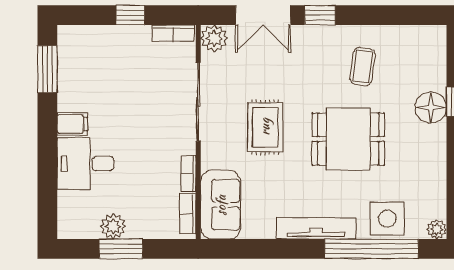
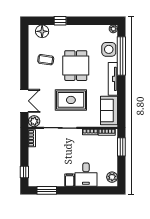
window: (130, 15) -> (24, 172), moved
window: (320, 15) -> (24, 77), removed
floor lamp: (431, 108) -> (42, 31), moved
rug: (265, 127) -> (71, 100), width x1.36, depth x1.43
sofa: (221, 205) -> (109, 110), moved, turned -90
plant: (113, 226) -> (112, 177), moved
window: (121, 249) -> (121, 147), moved

